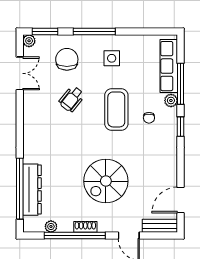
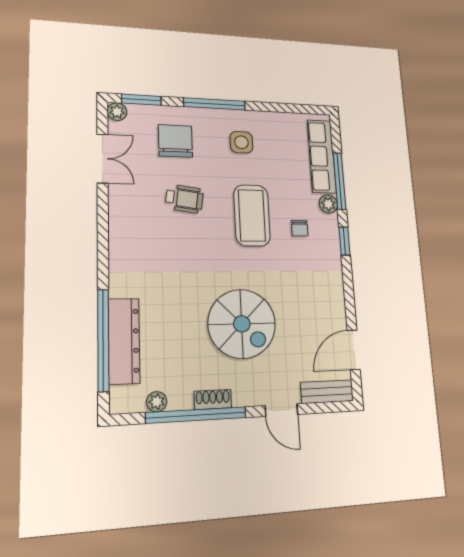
wheelchair: (72, 99) -> (184, 199), turned -121
spiral stairs: (106, 181) -> (242, 324), turned -90

